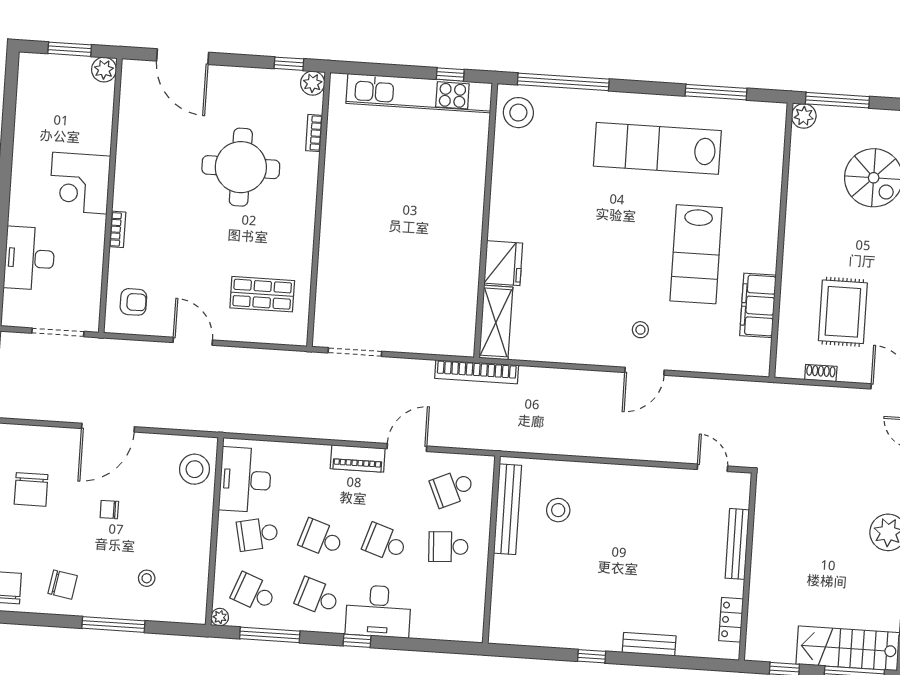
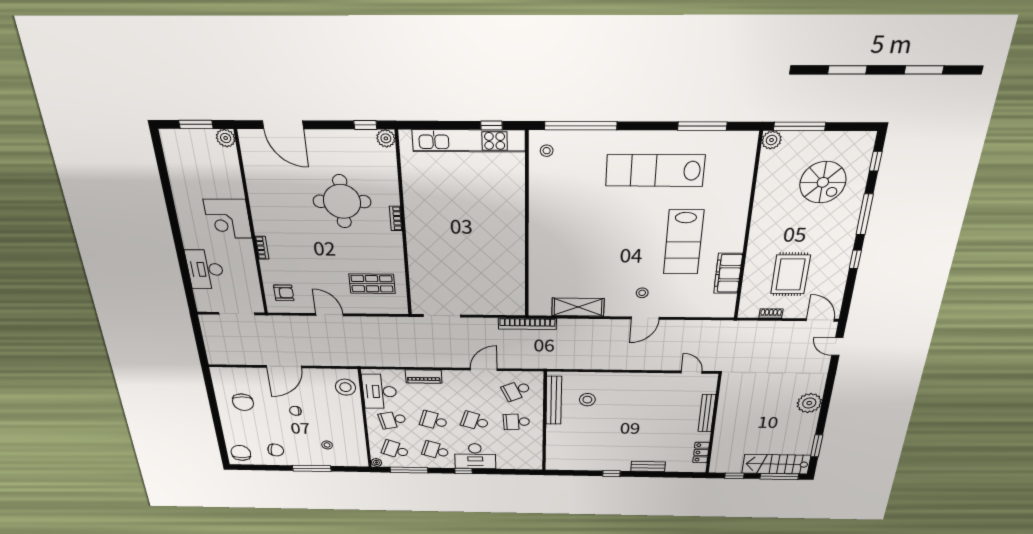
stool: (518, 113) -> (547, 151), width x0.53, depth x0.53
bookcase: (314, 133) -> (396, 218), moved
fridge: (503, 263) -> (542, 255), removed
shelving: (496, 322) -> (578, 307), moved, turned 90
piano: (358, 458) -> (424, 376), moved

